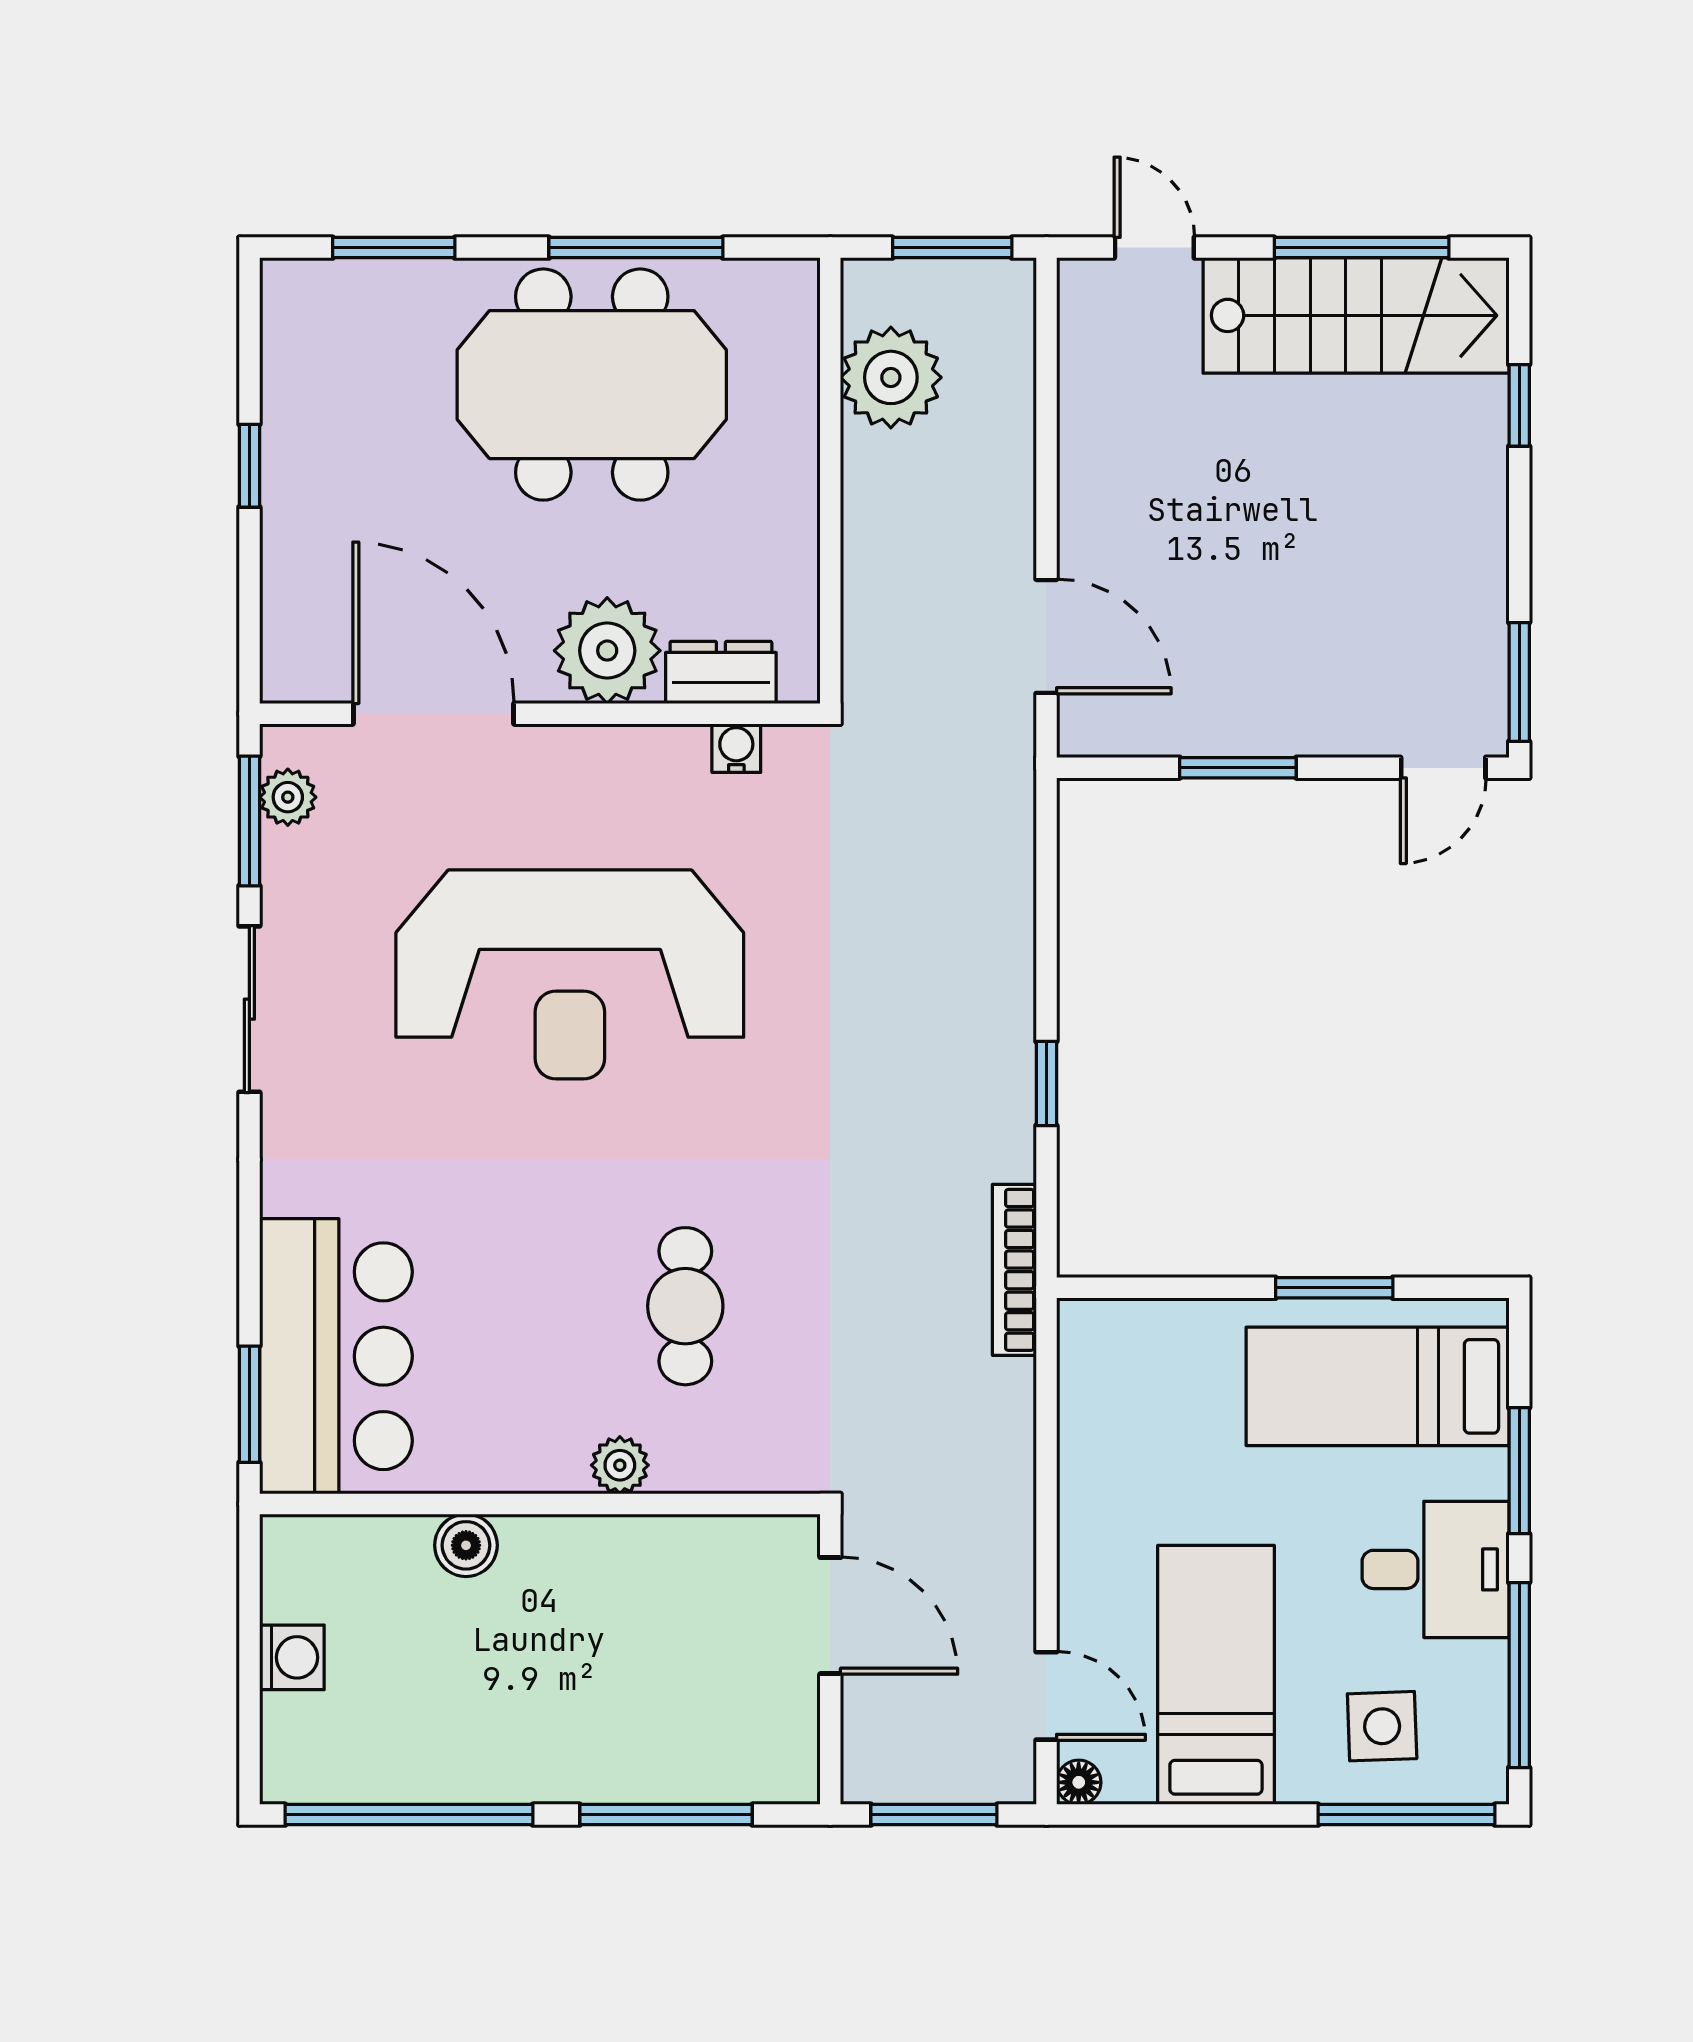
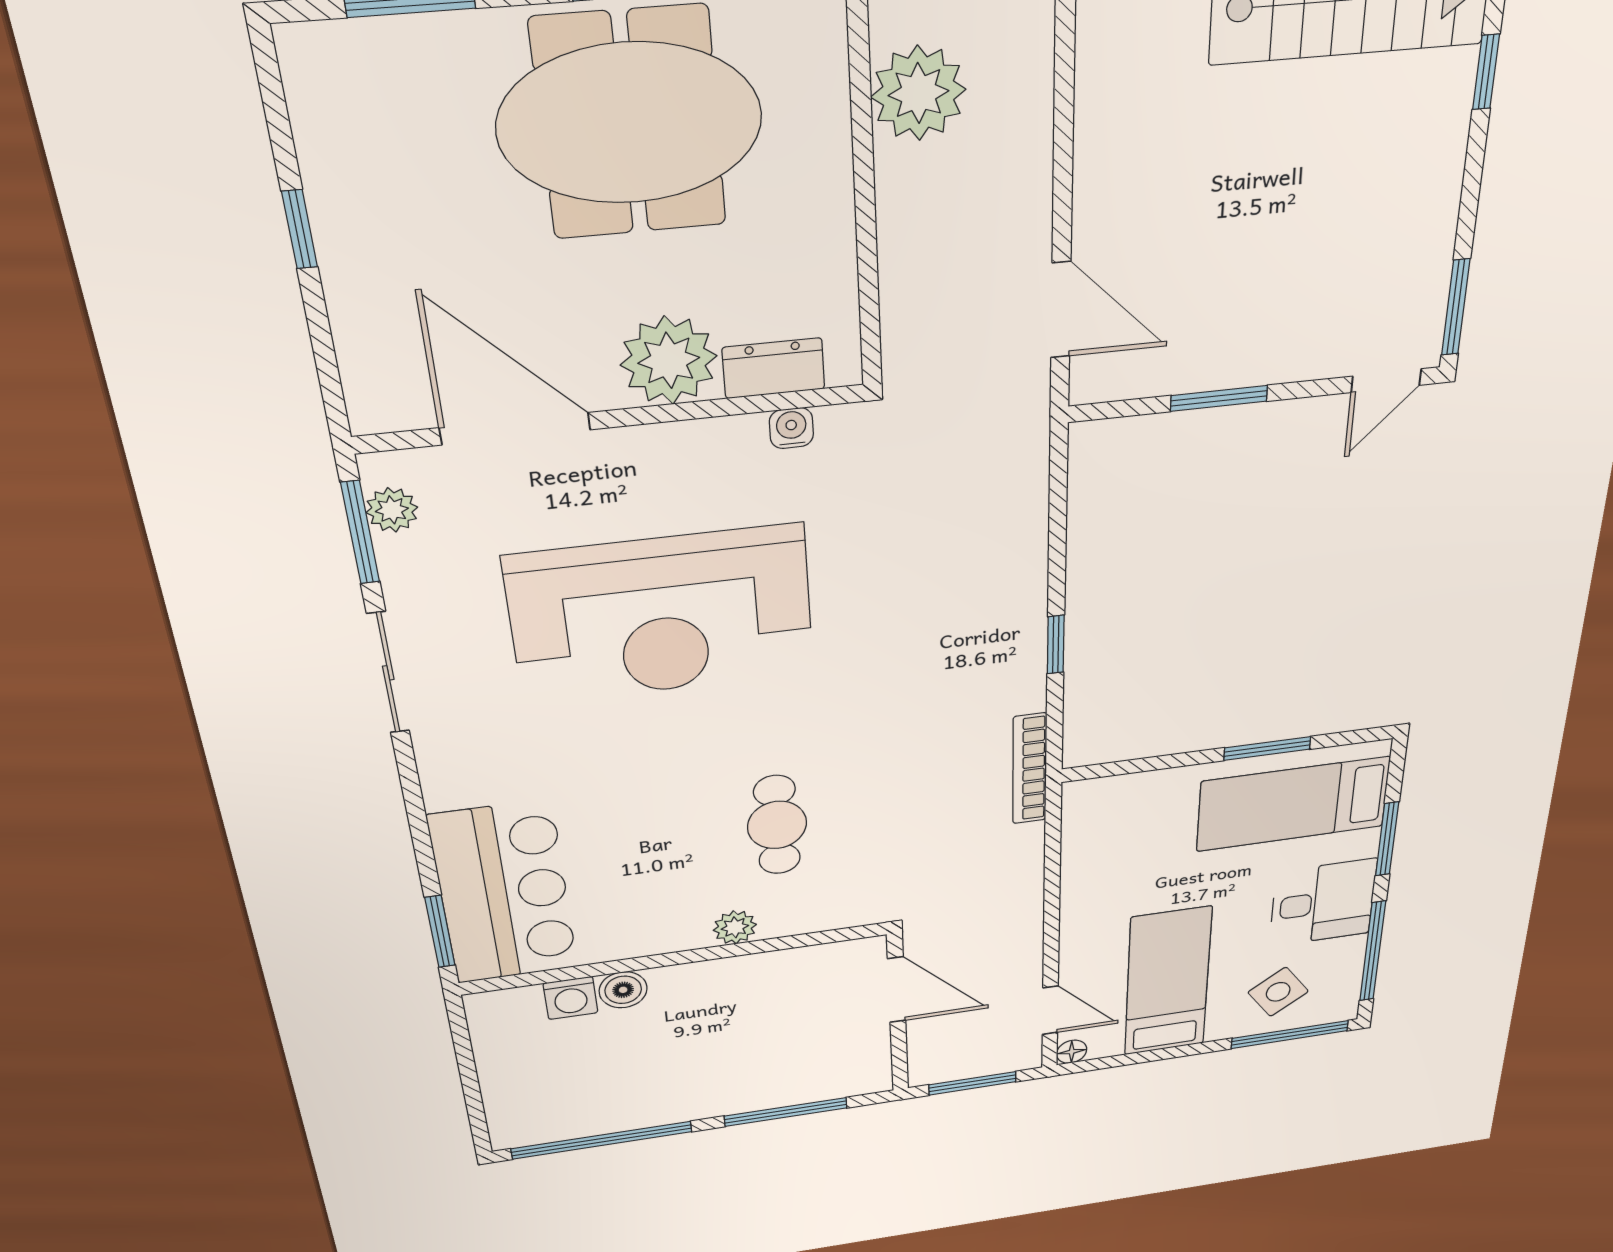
washing machine: (292, 1657) -> (571, 998), moved, turned 90
side table: (1382, 1726) -> (1278, 992), turned -33

